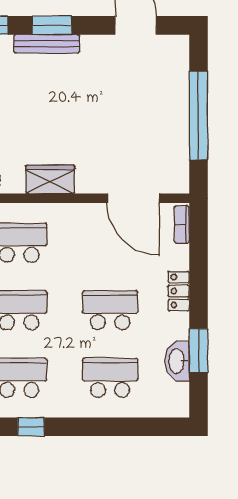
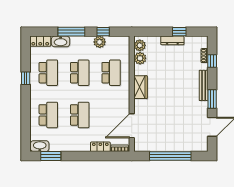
window: (52, 25) -> (212, 99), moved
locker: (179, 291) -> (100, 147), moved
window: (198, 350) -> (51, 156), moved
washbasin: (177, 361) -> (40, 146), moved

